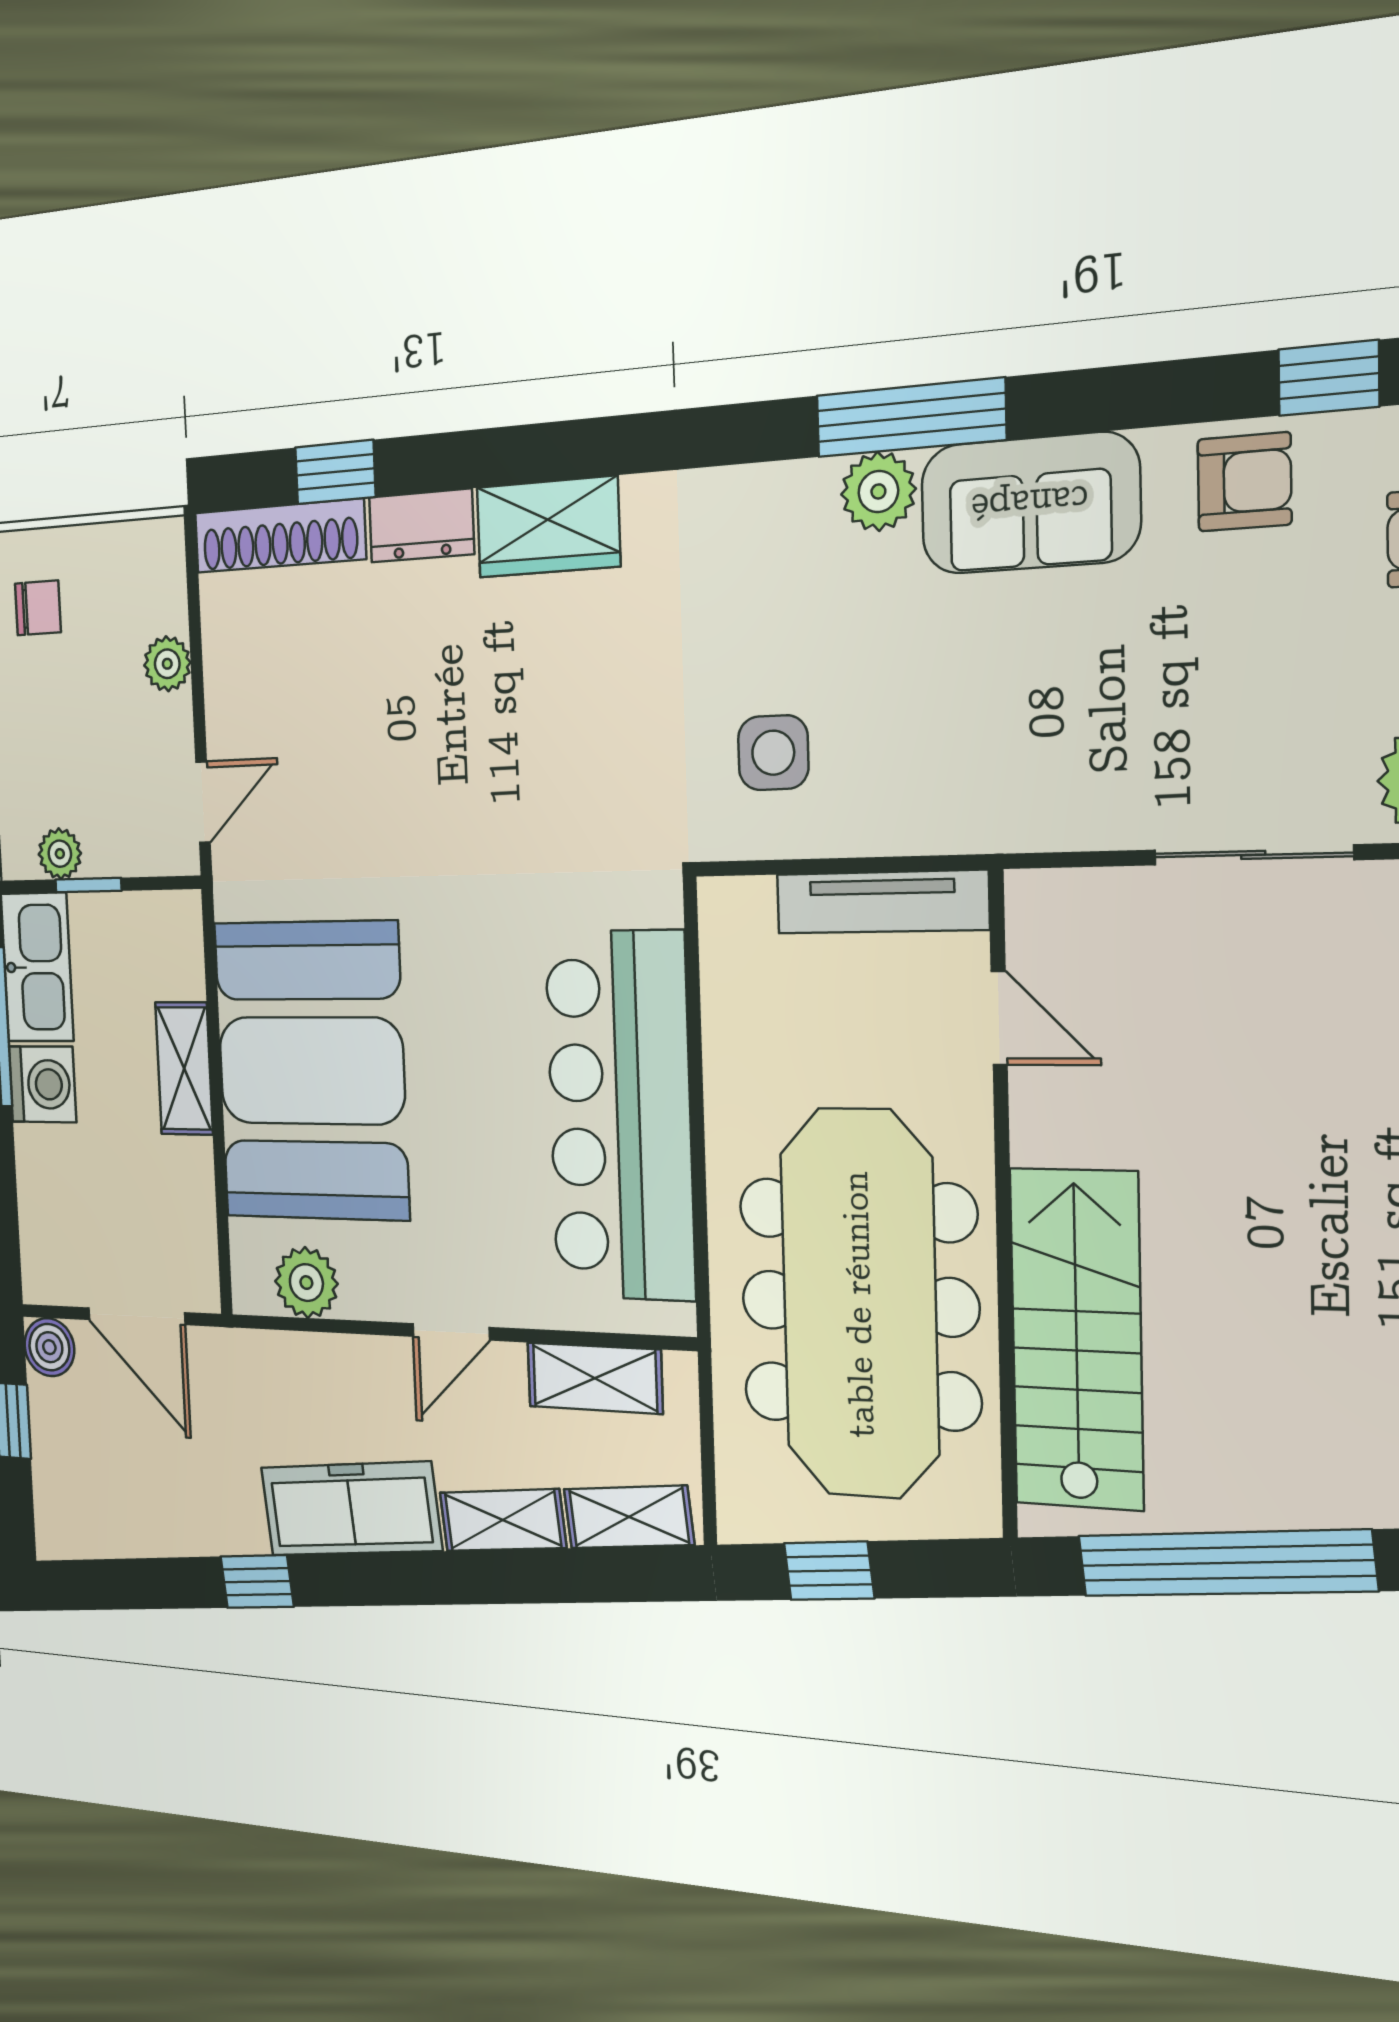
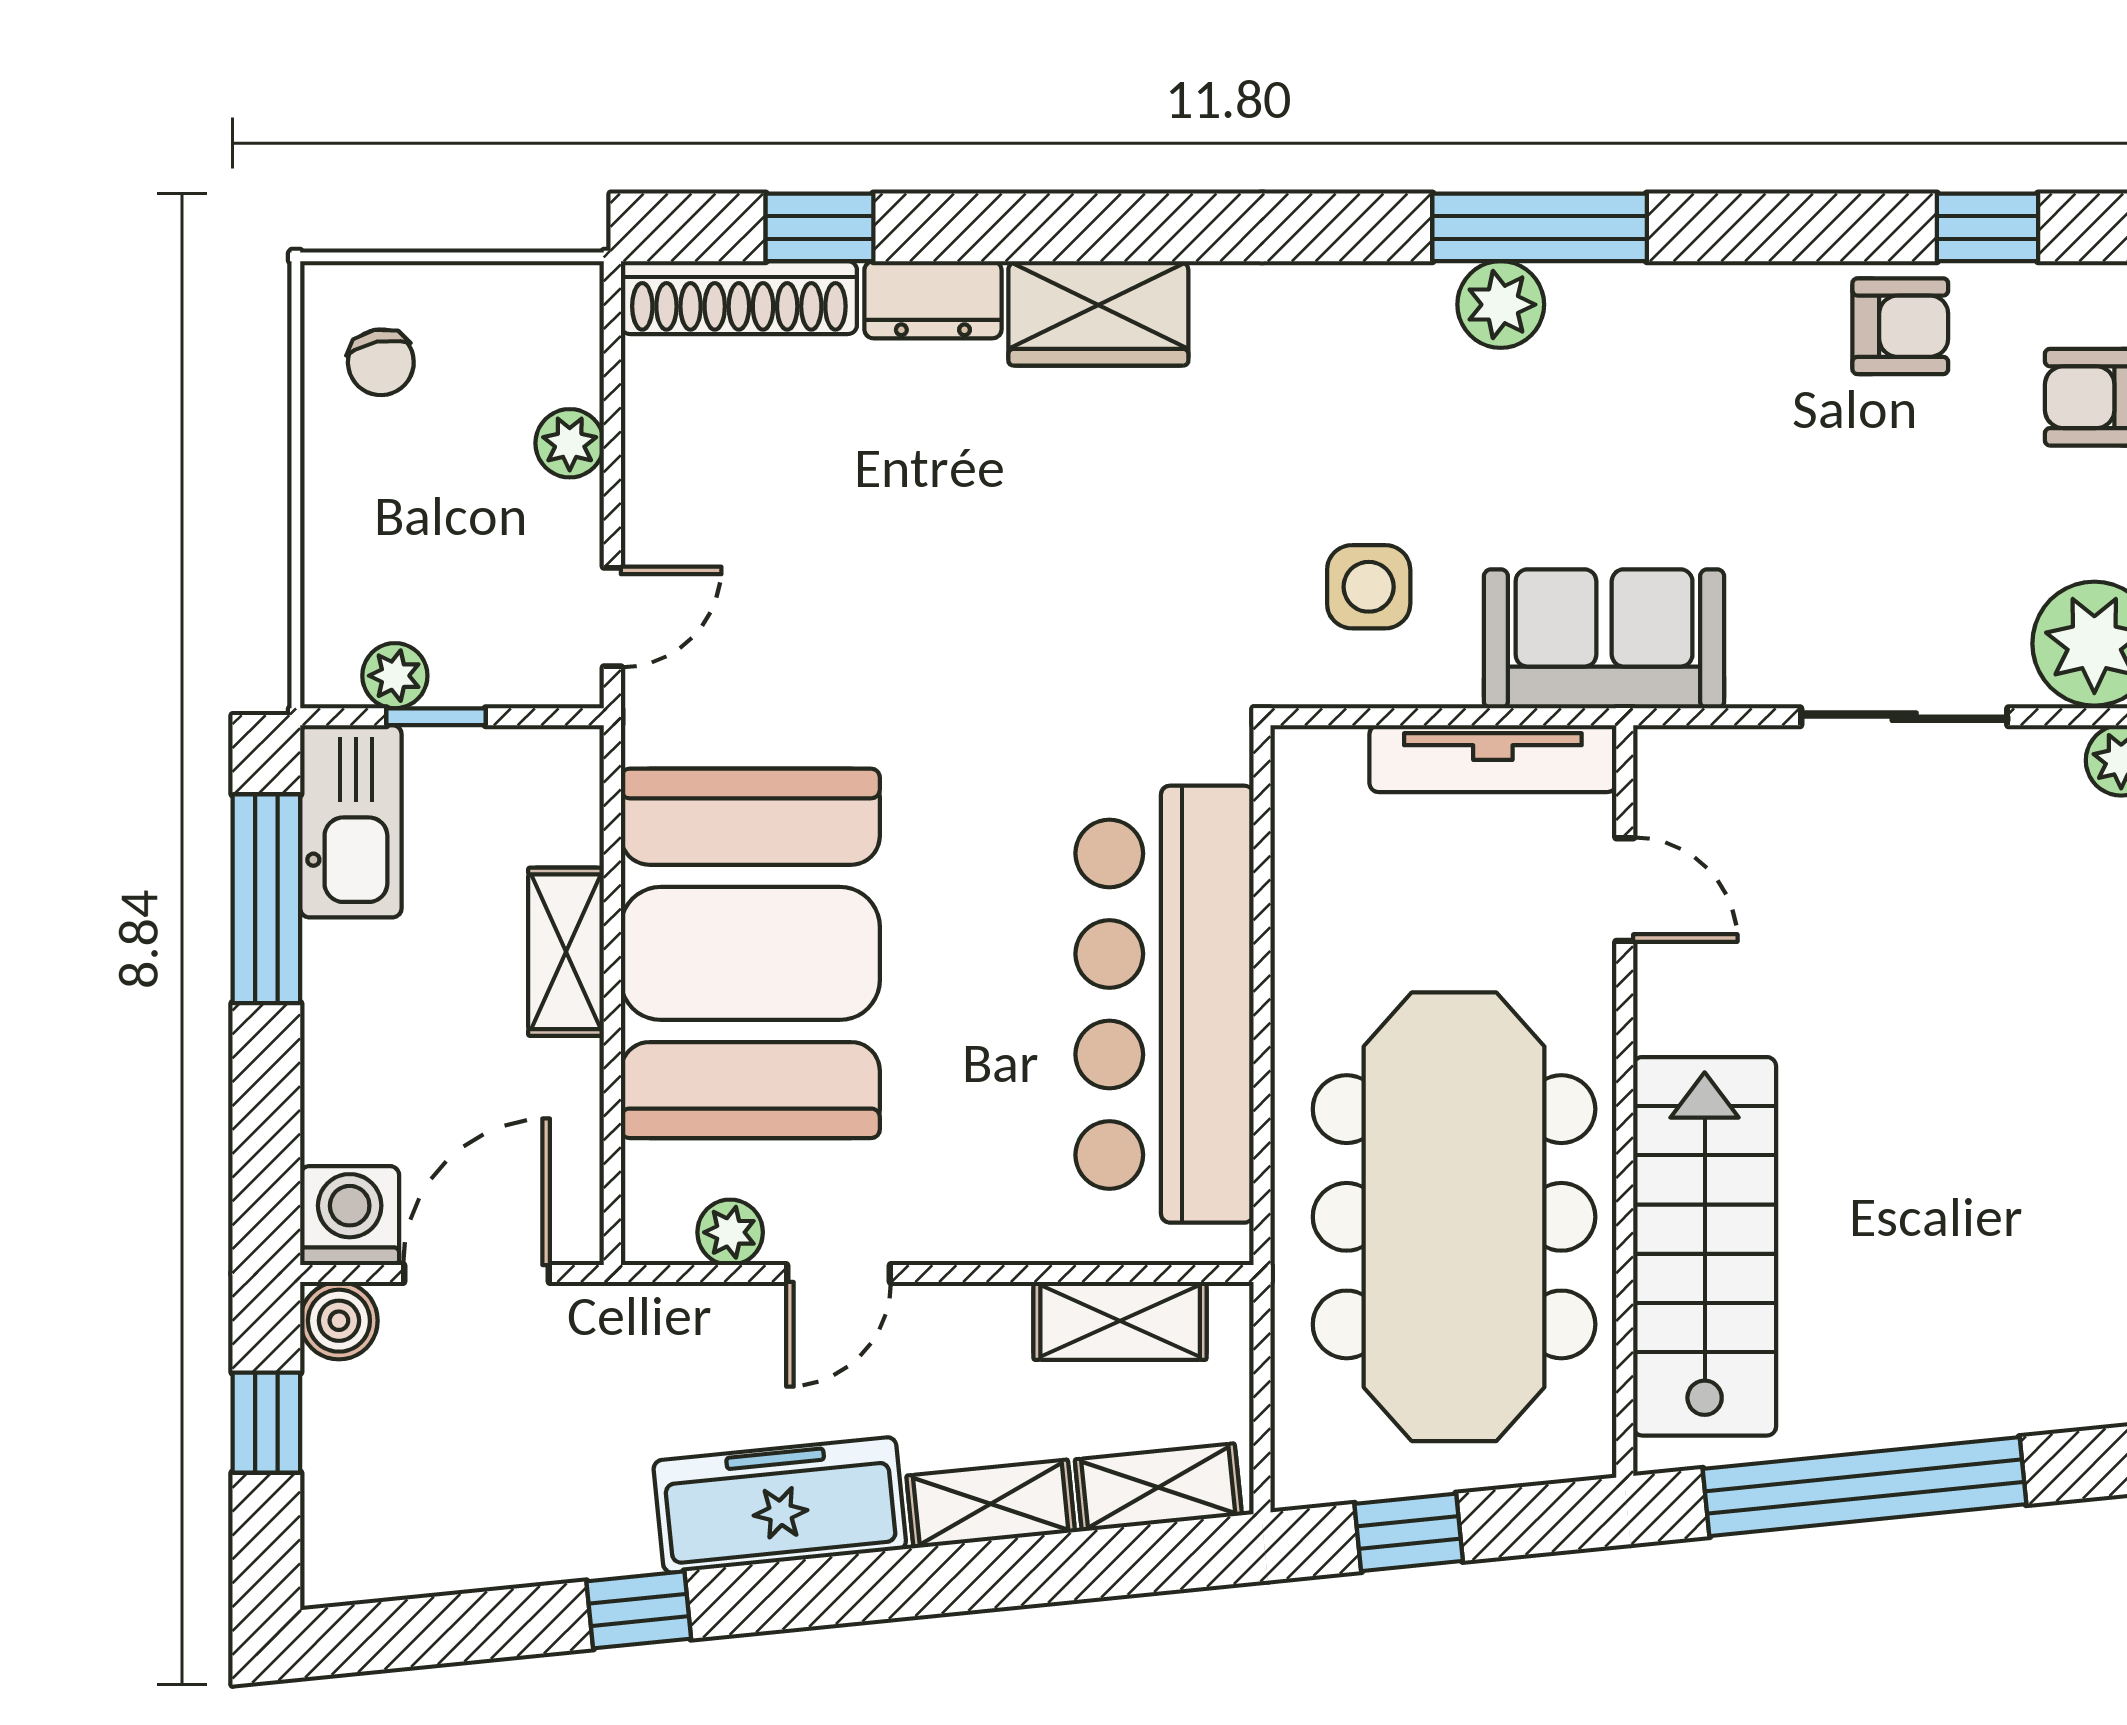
sofa: (1030, 503) -> (1604, 639), moved, turned 180
chair: (38, 608) -> (381, 362), turned 79
washing machine: (42, 1084) -> (350, 1216), moved, turned -90
plant: (306, 1283) -> (730, 1232), width x0.73, depth x0.73
door: (137, 1316) -> (477, 1274), swing flipped
door: (451, 1332) -> (838, 1274), moved

